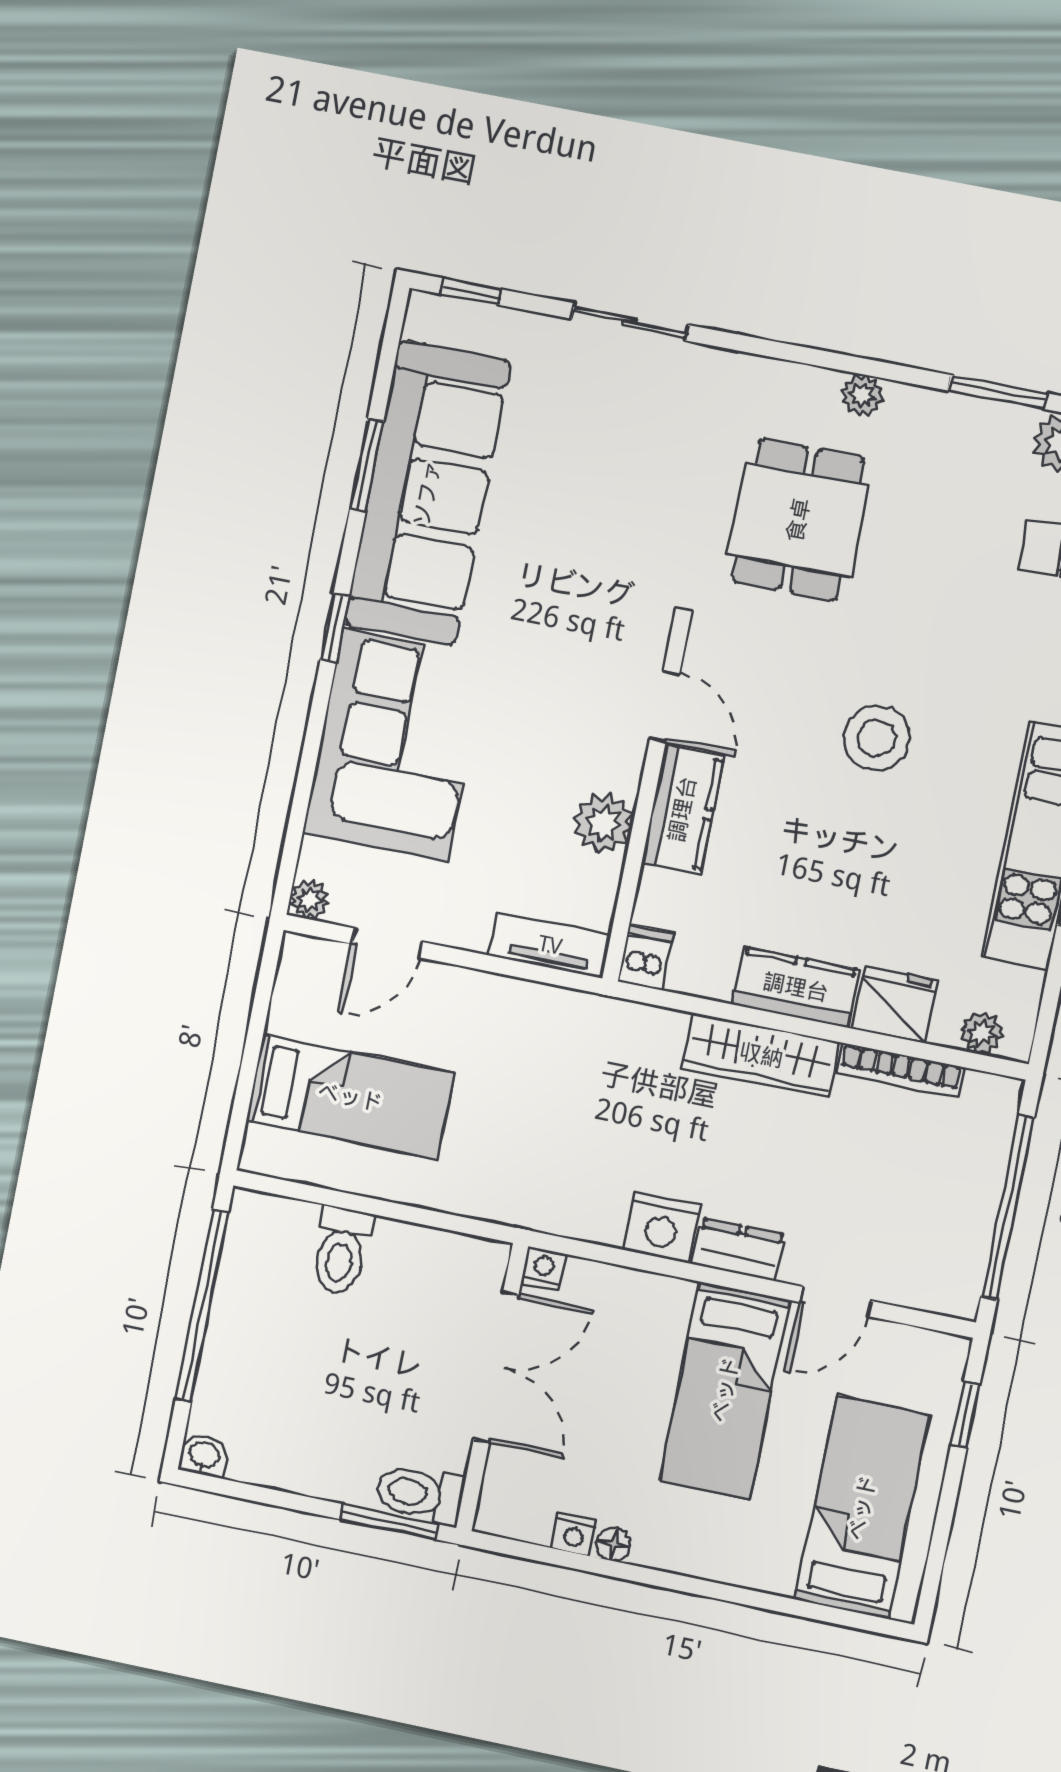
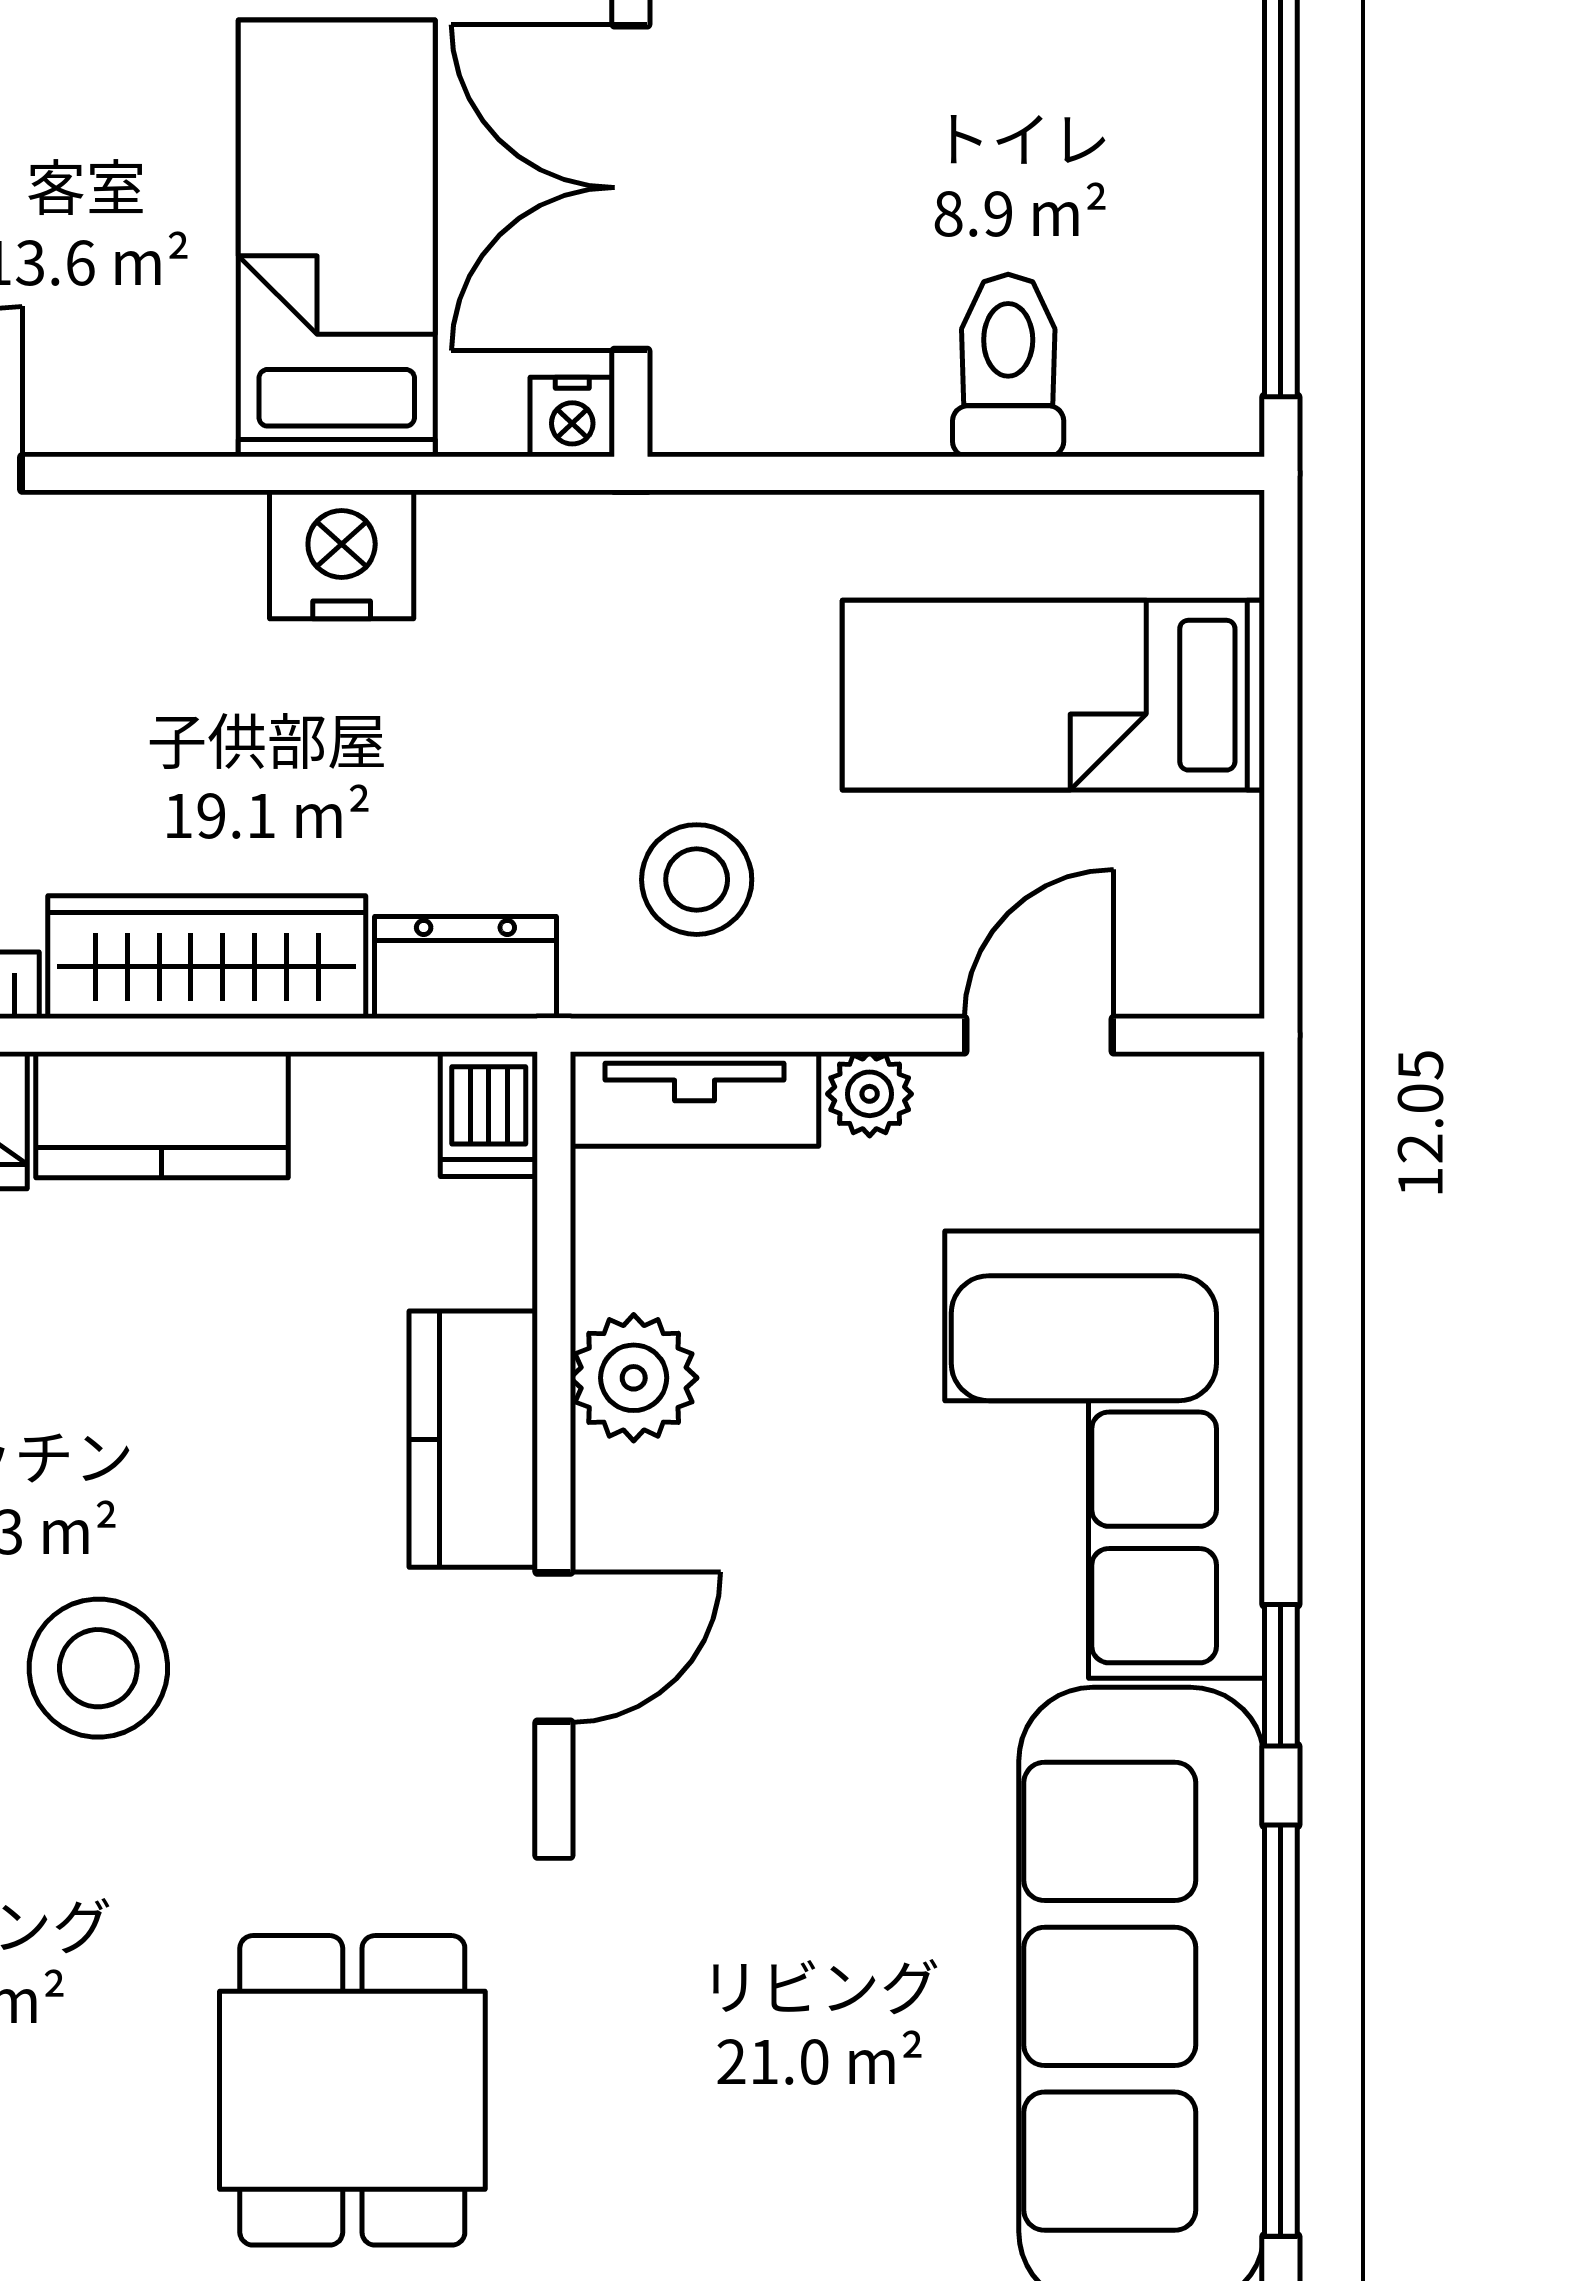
window: (367, 465) -> (1281, 2031), width x2.11
door: (665, 706) -> (554, 1647), swing flipped
plant: (309, 899) -> (870, 1094), moved
stool: (529, 1046) -> (697, 880), added
dresser: (739, 1249) -> (465, 967), moved, turned 180
bed: (725, 1390) -> (337, 238), moved

